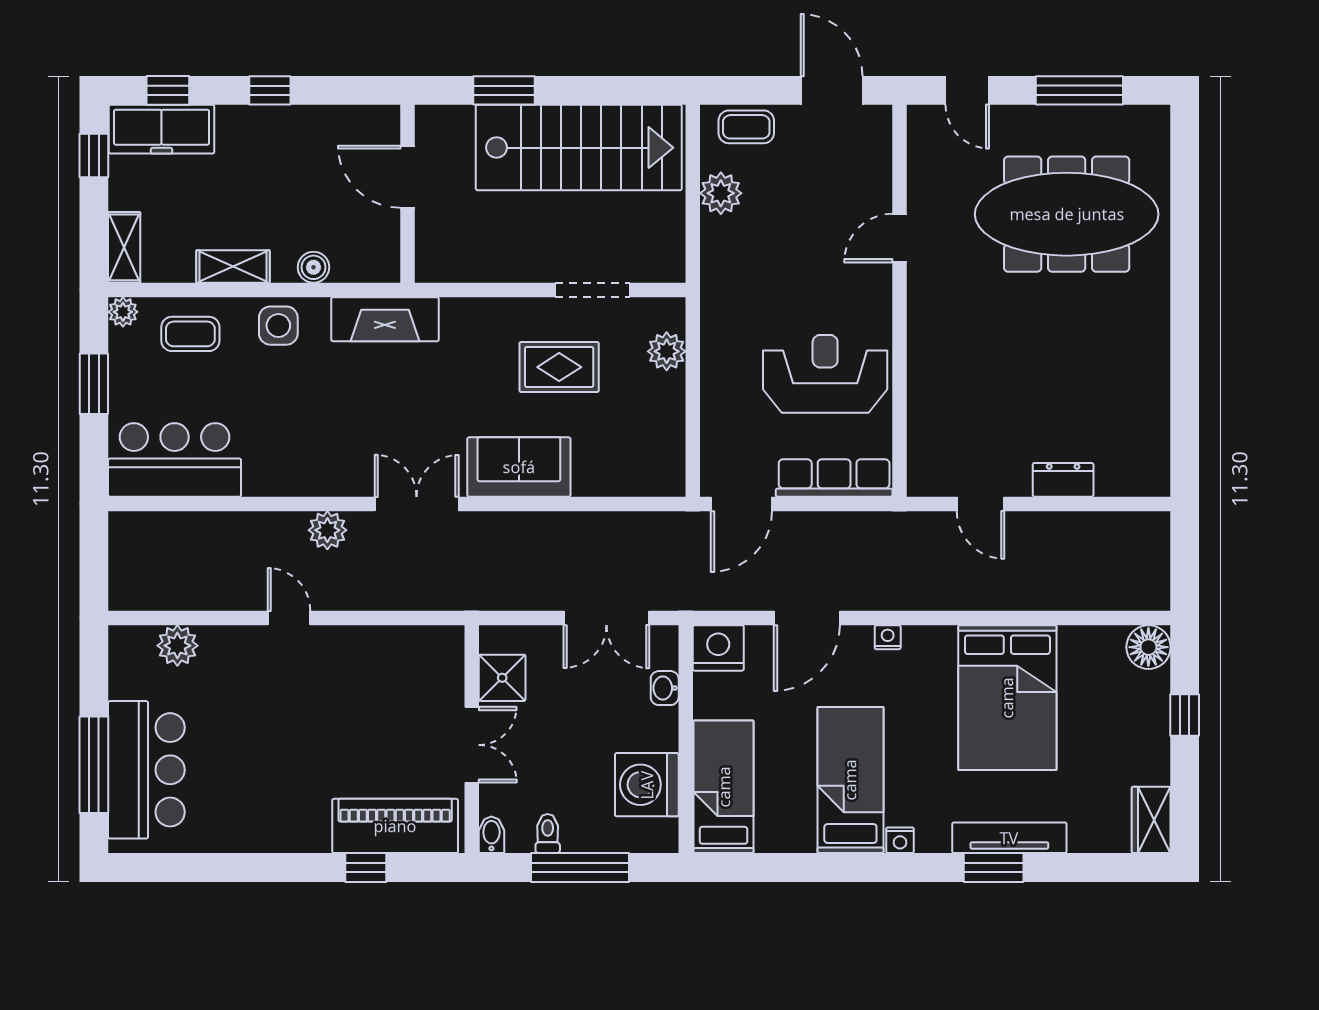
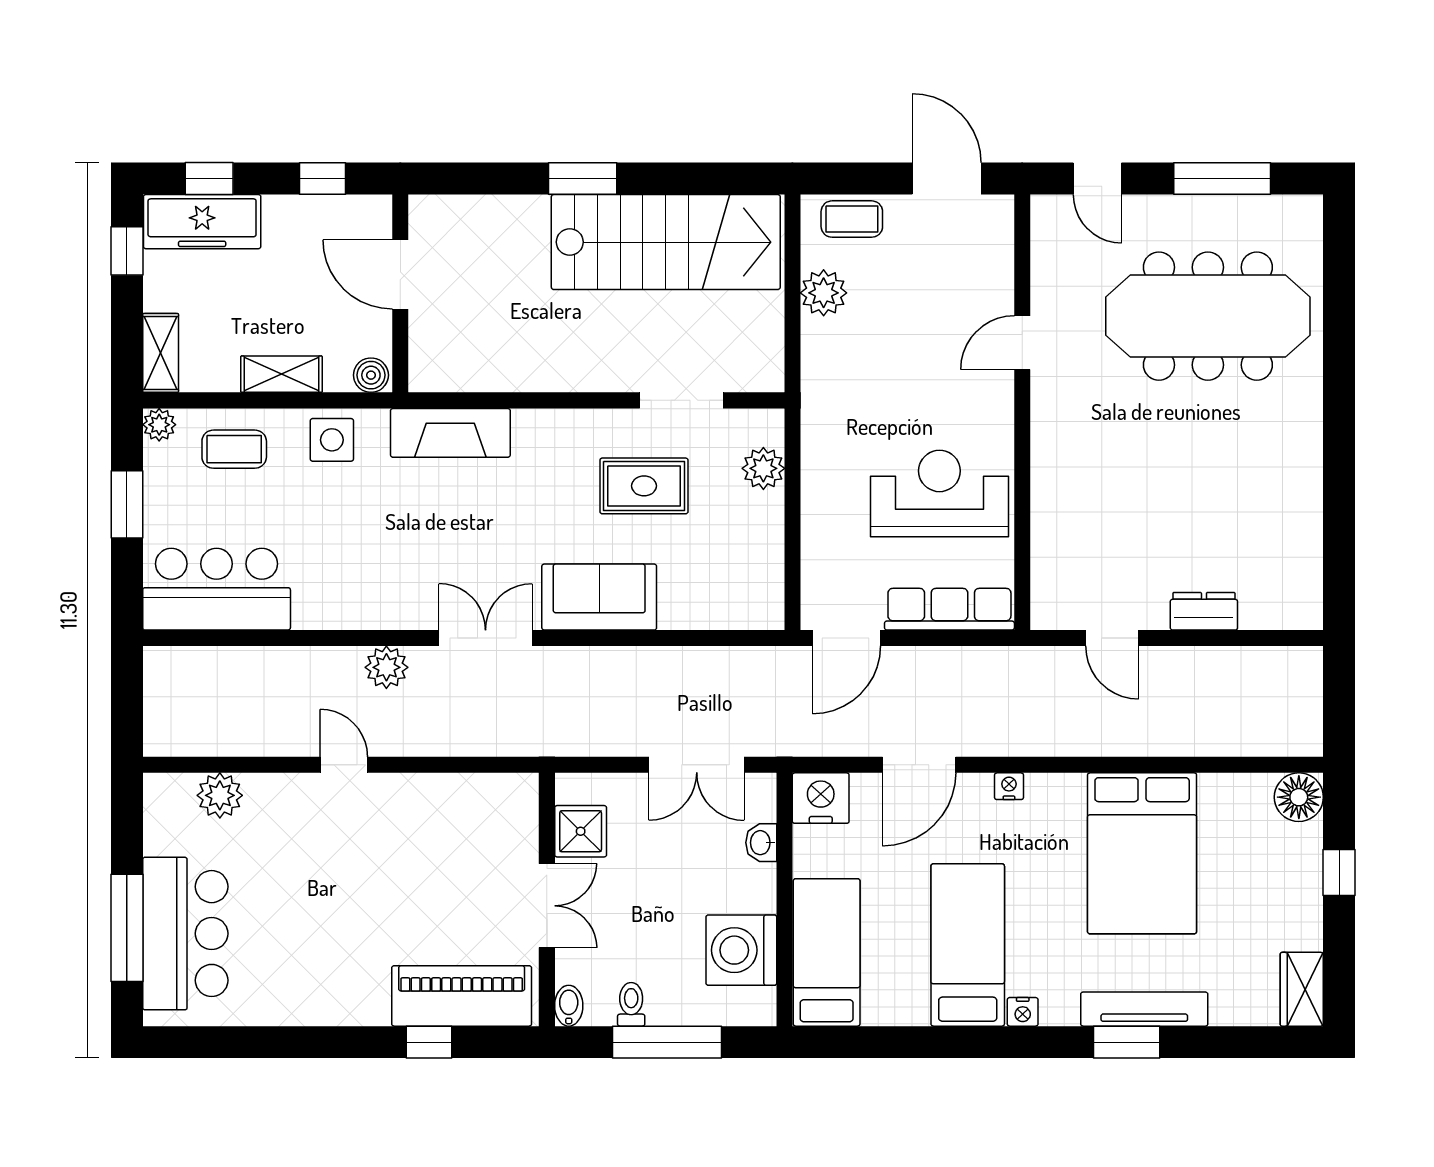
door: (408, 177) -> (400, 274), moved
wall: (408, 194) -> (400, 293), moved

